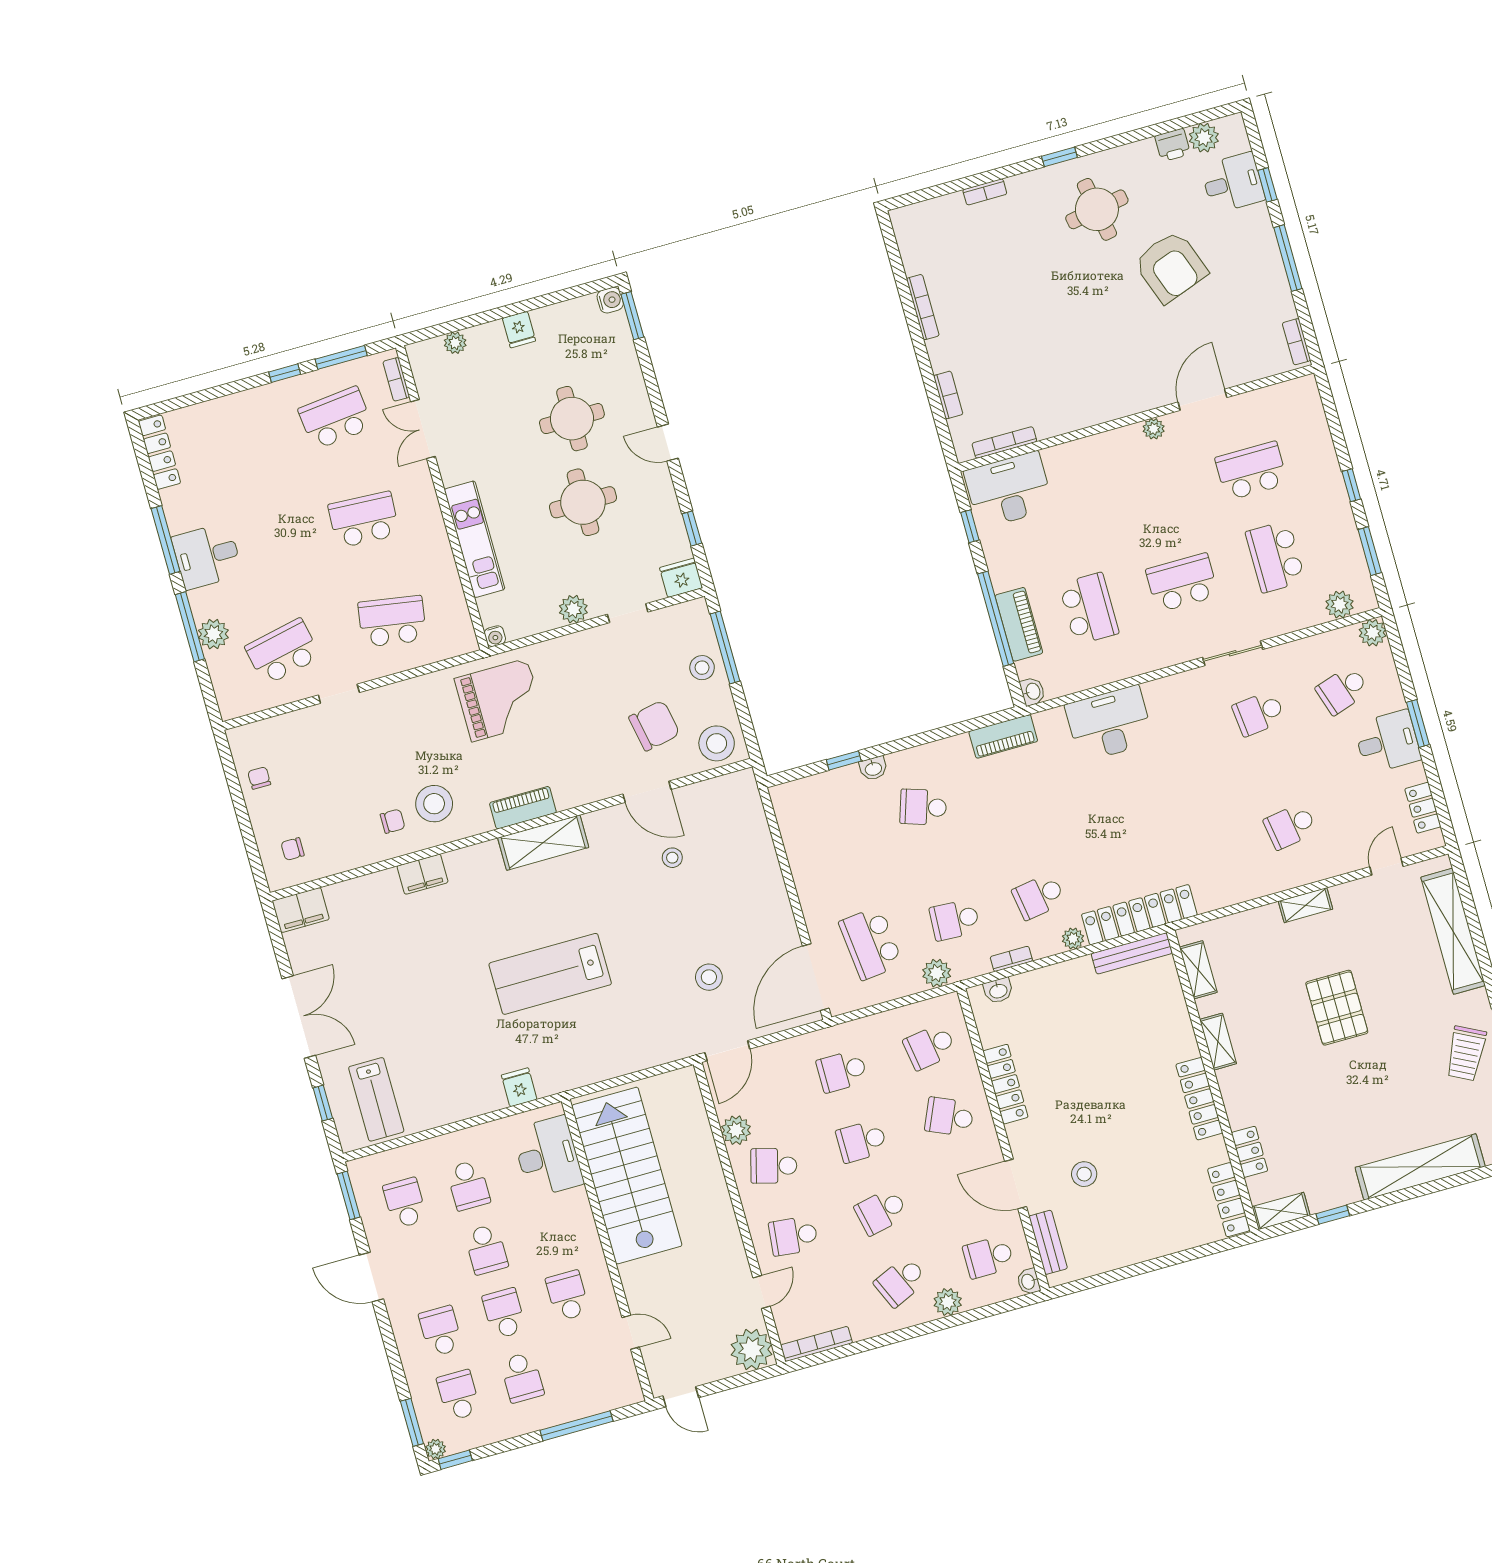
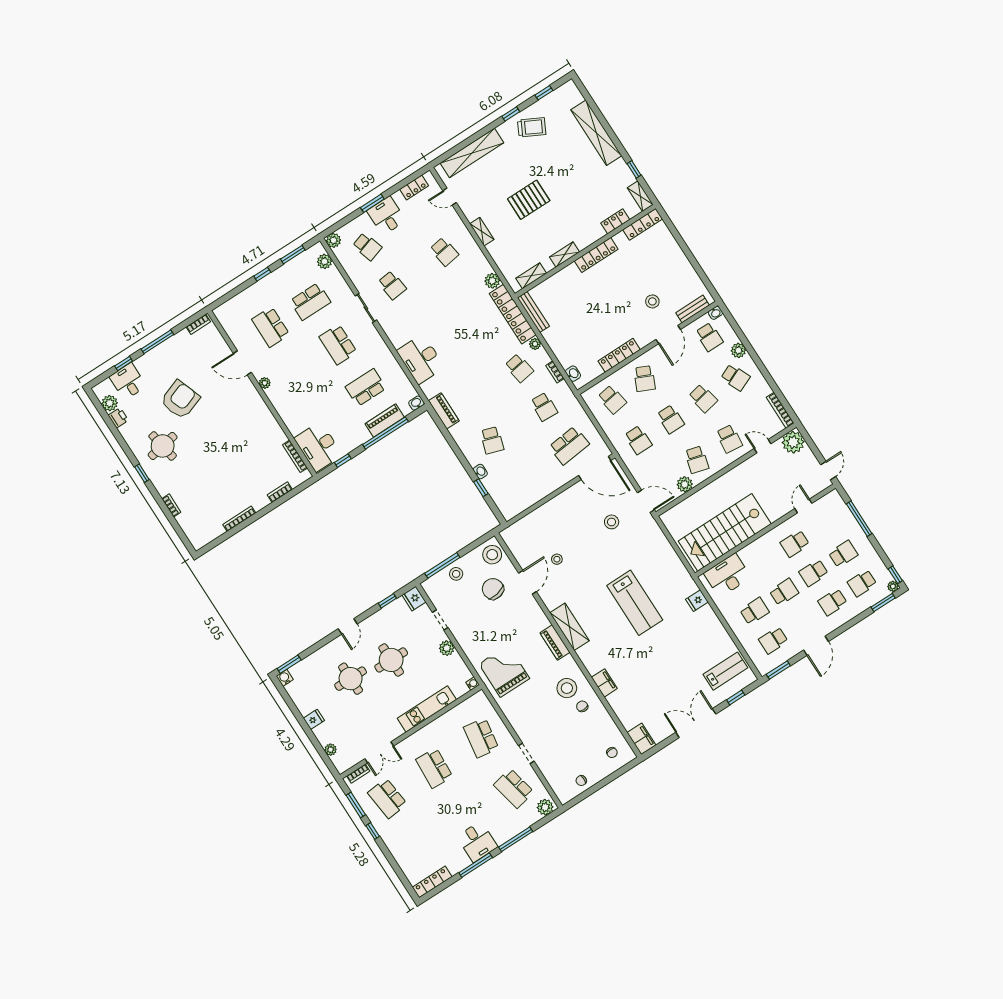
plant: (213, 634) -> (545, 807), moved
plant: (937, 973) -> (492, 281), moved

